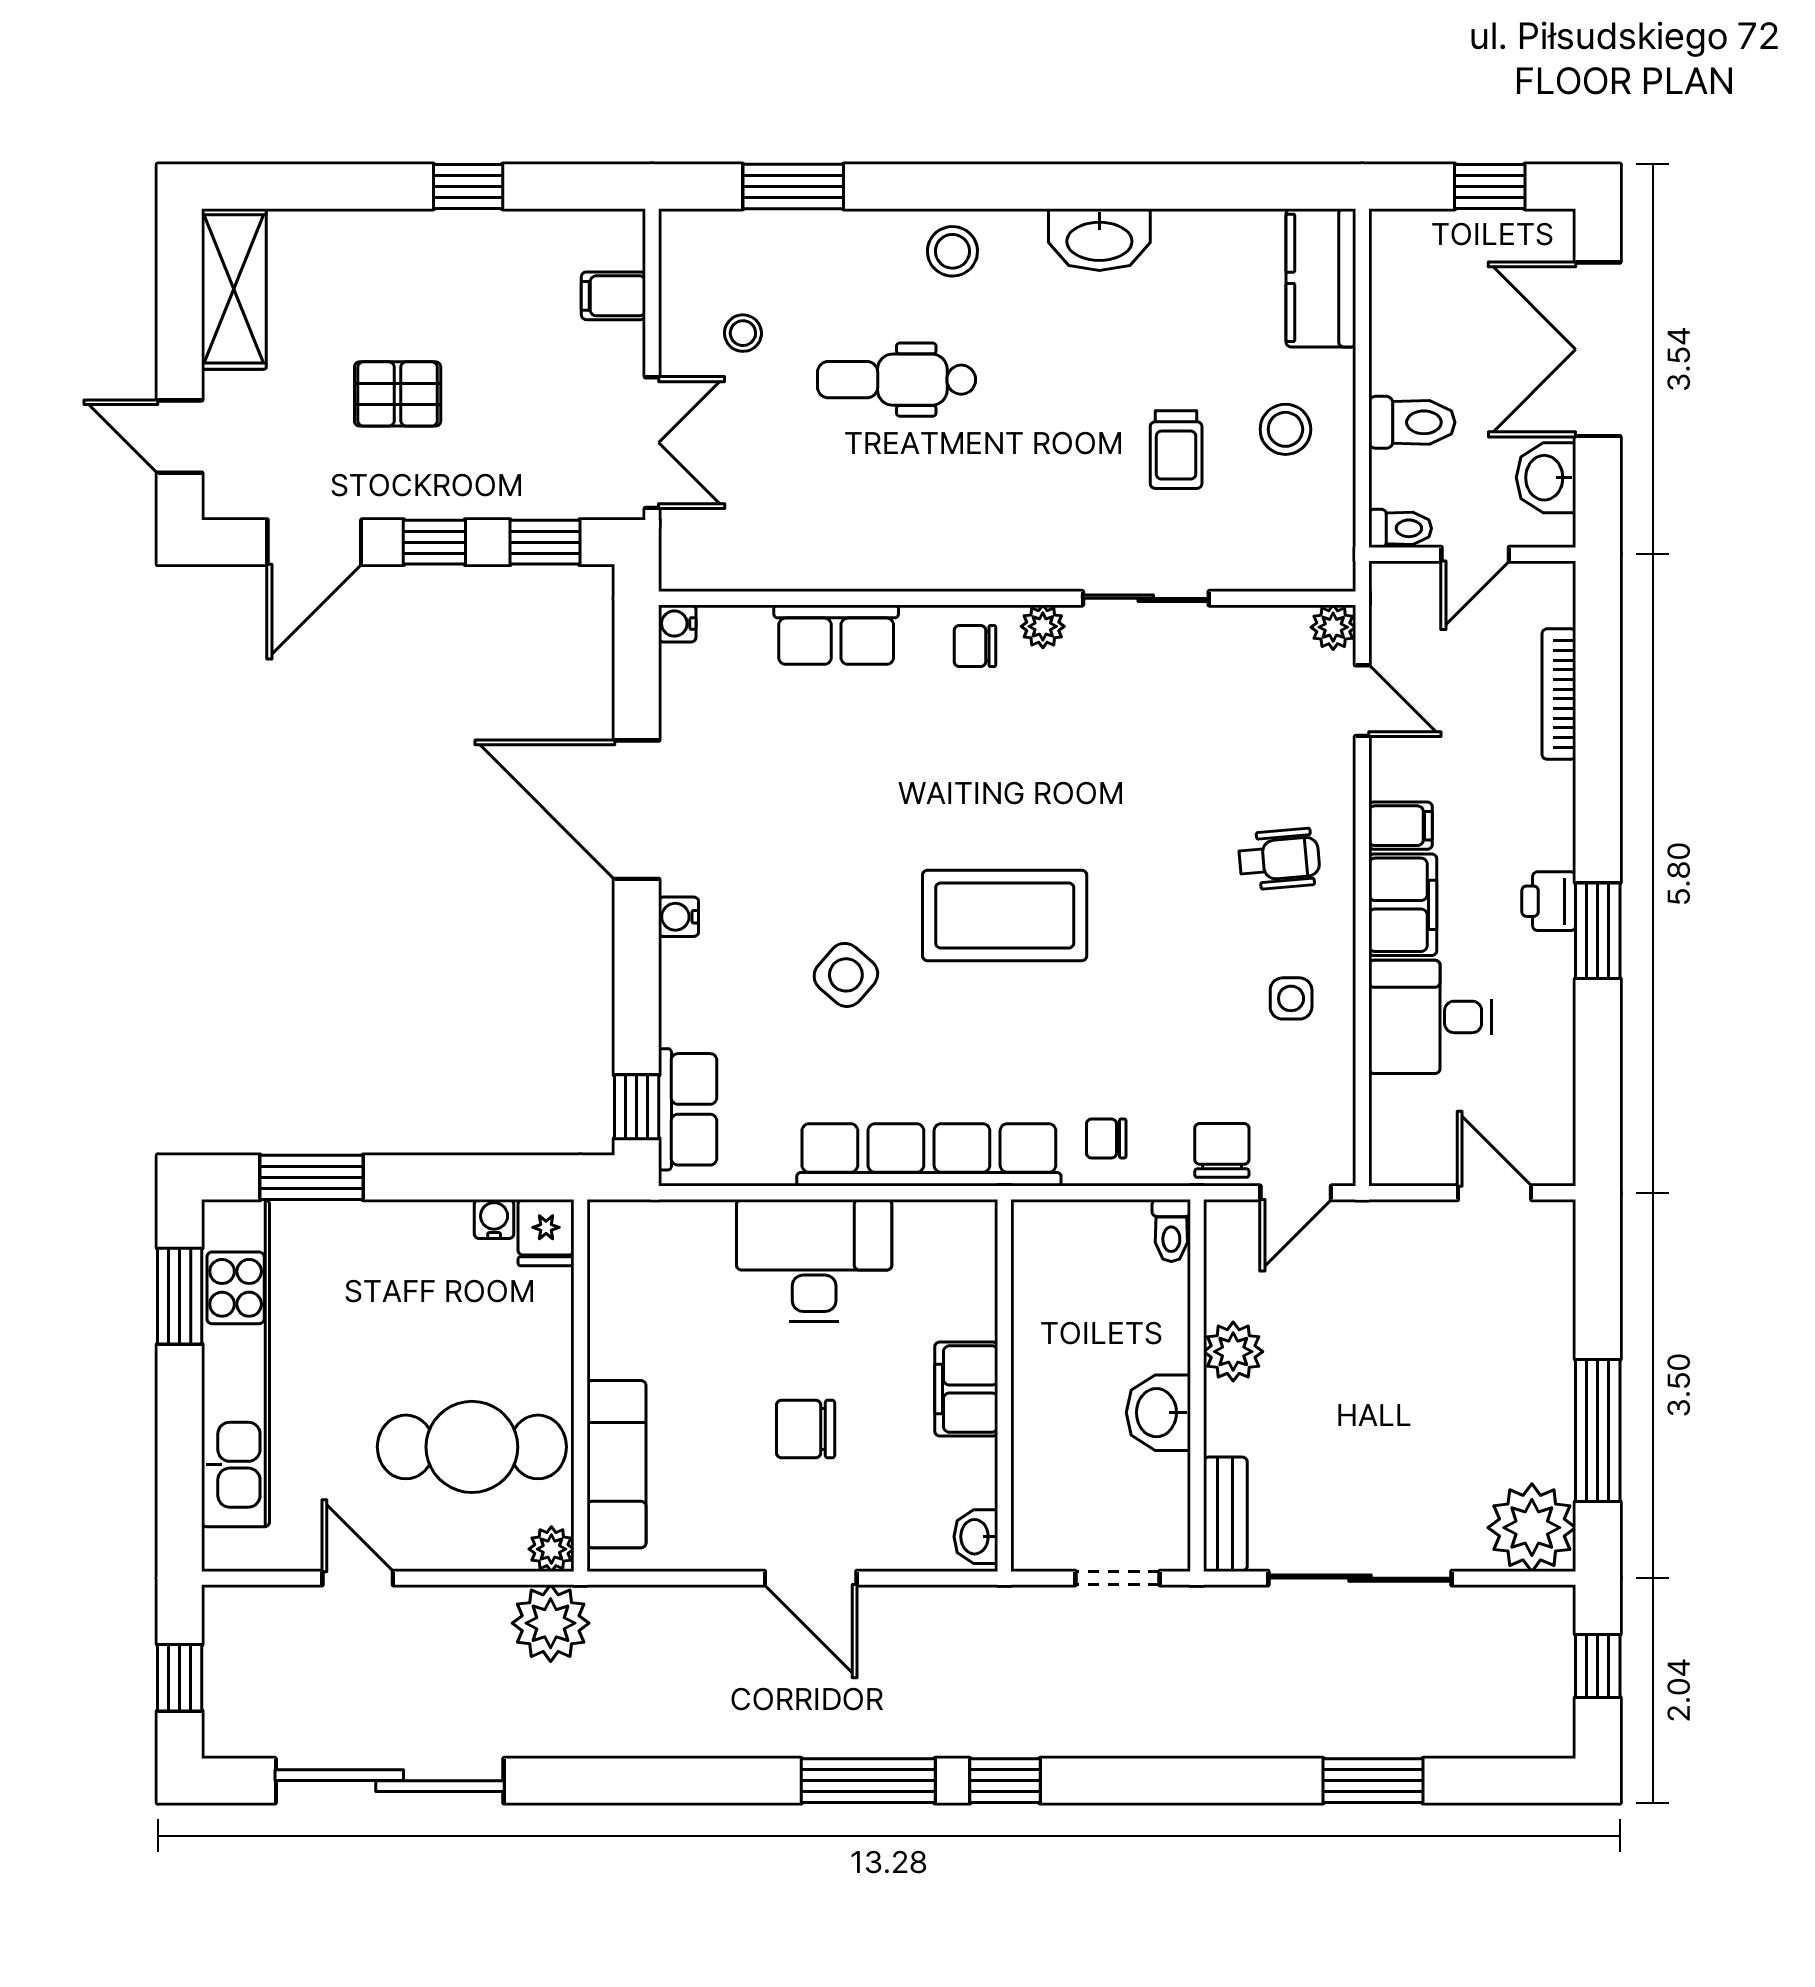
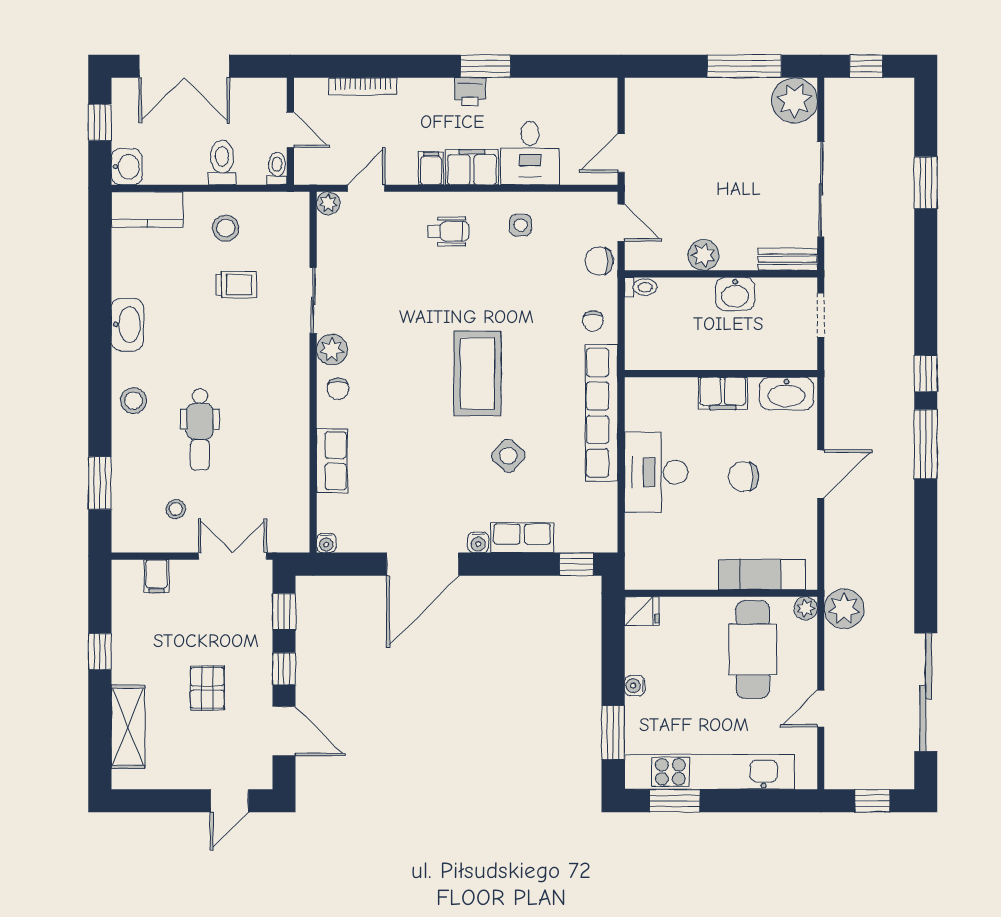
shelving: (234, 289) -> (128, 727), moved, turned 90
washbasin: (1546, 478) -> (127, 167), moved, turned -90
plant: (1043, 626) -> (332, 350), width x1.38, depth x1.38
wheelchair: (1279, 859) -> (448, 231), turned 95
row of seats: (688, 1109) -> (522, 538), moved
door: (1495, 1193) -> (621, 153), moved
water cooler: (494, 1219) -> (635, 686), moved
chair: (806, 1429) -> (743, 477), turned 90
washbasin: (976, 1537) -> (786, 393), width x1.91, depth x1.45

